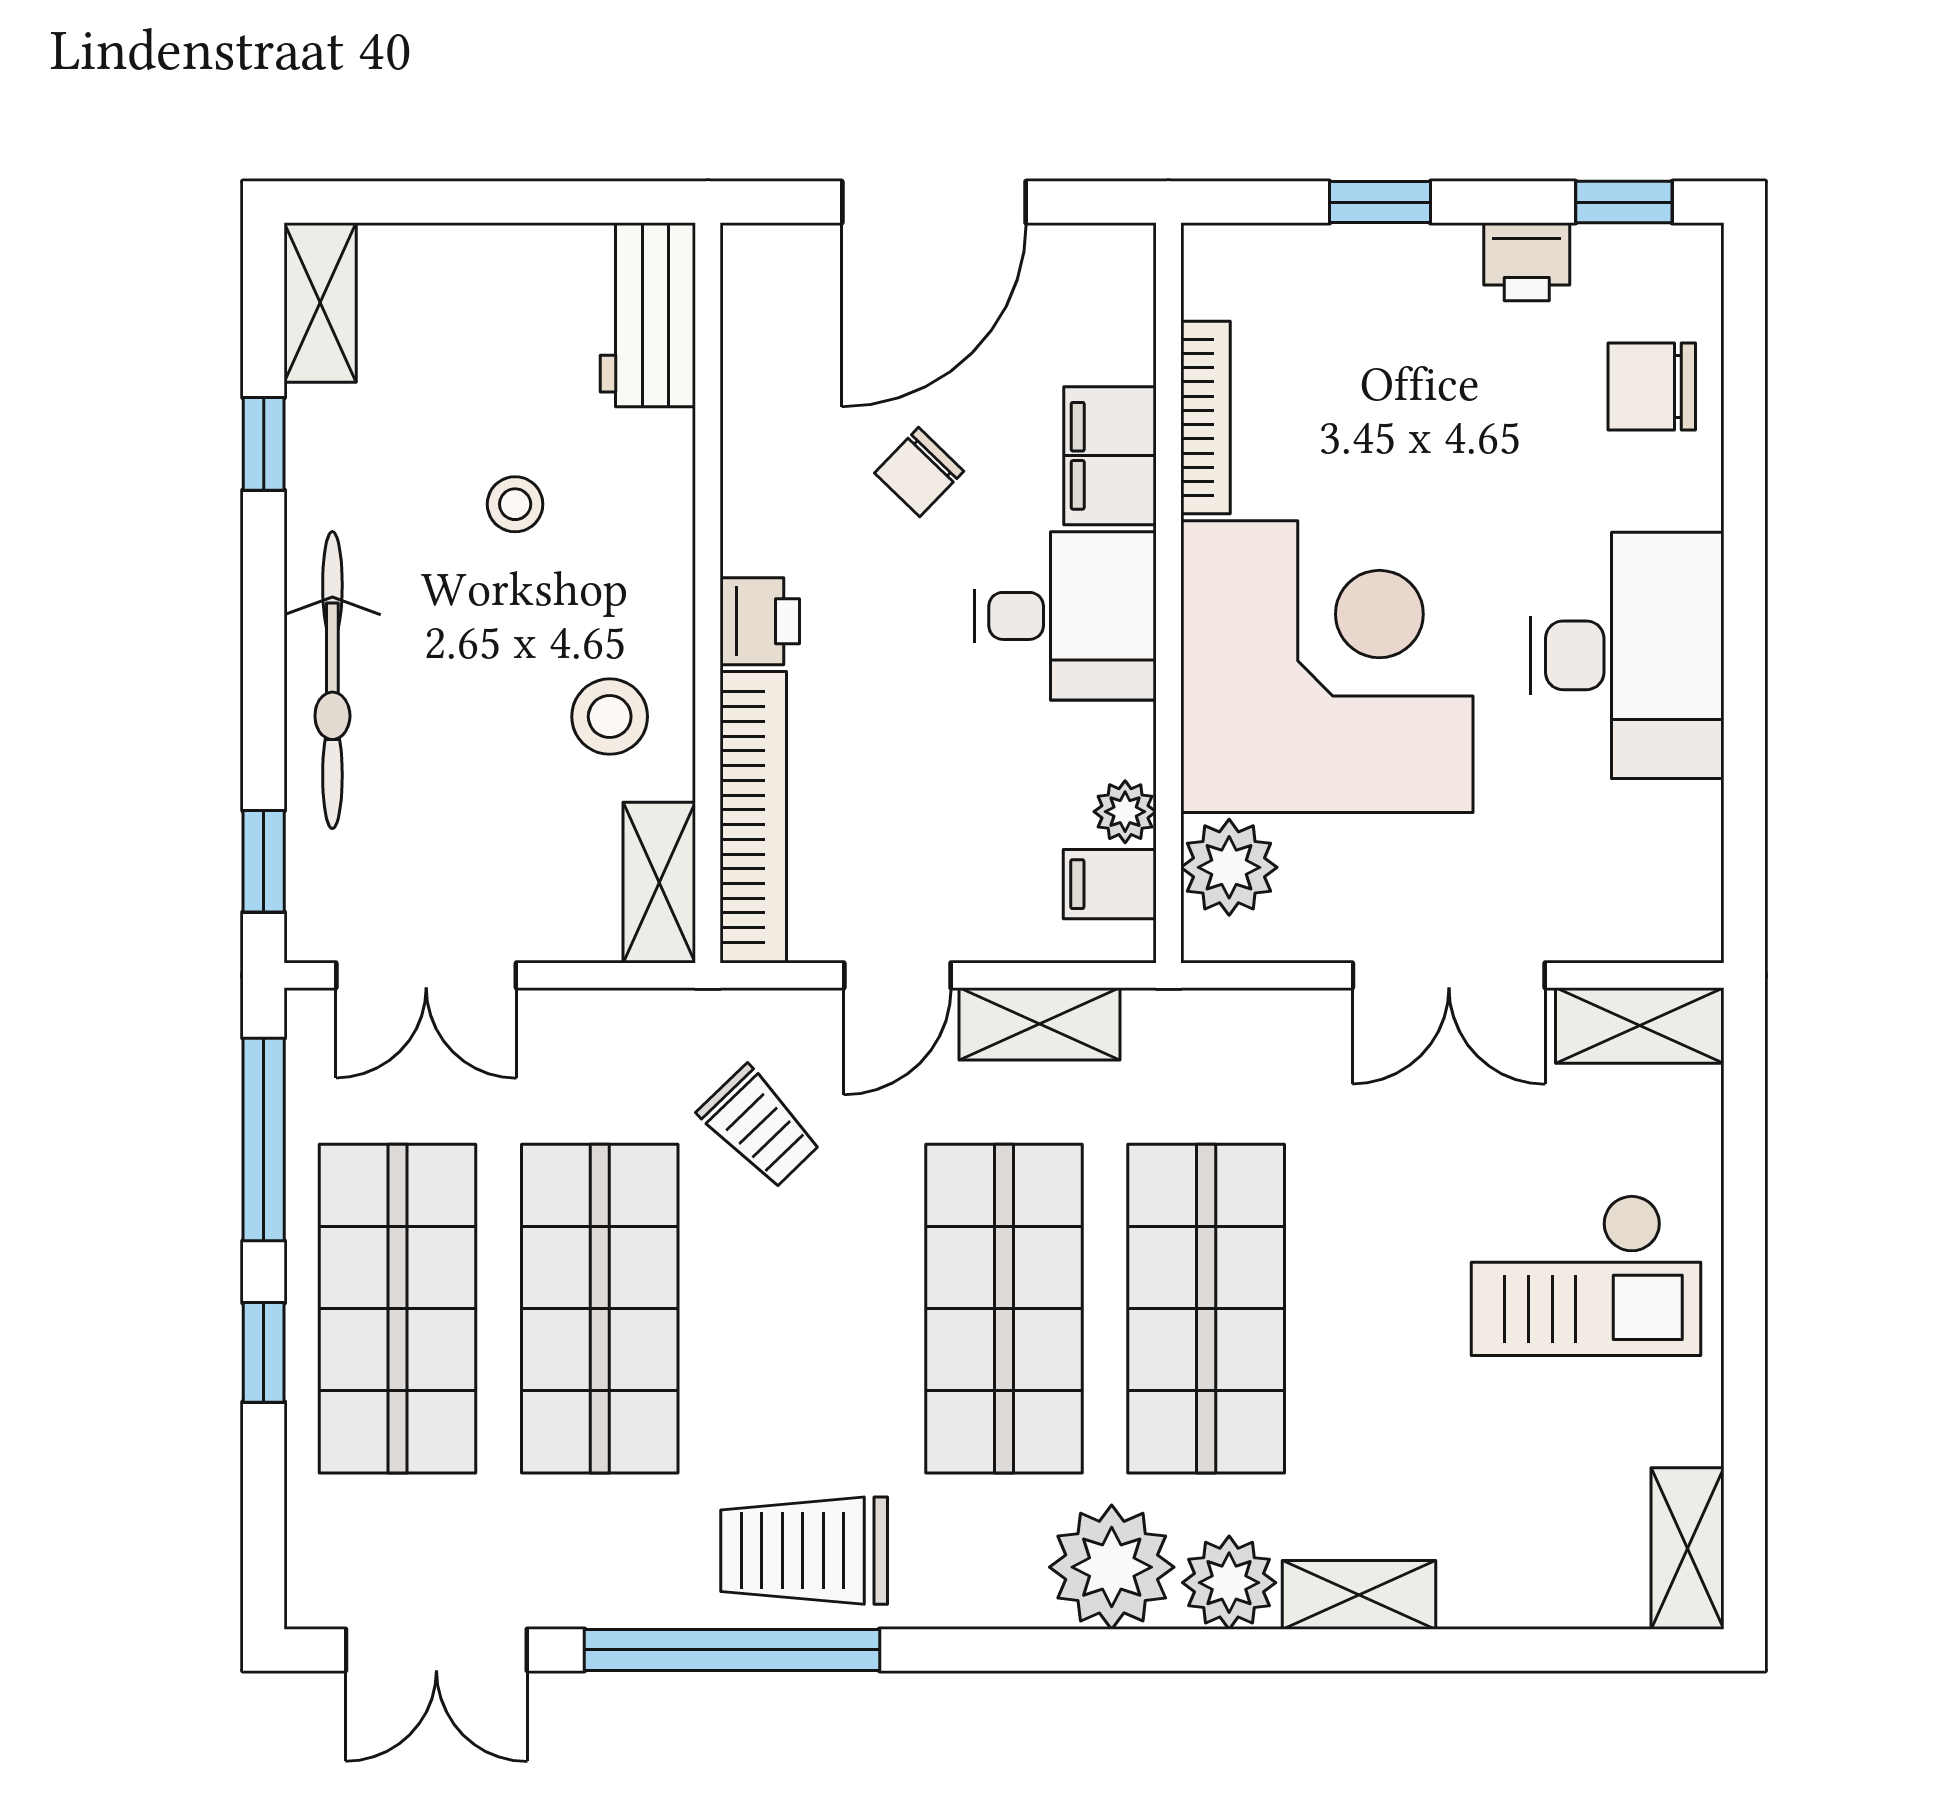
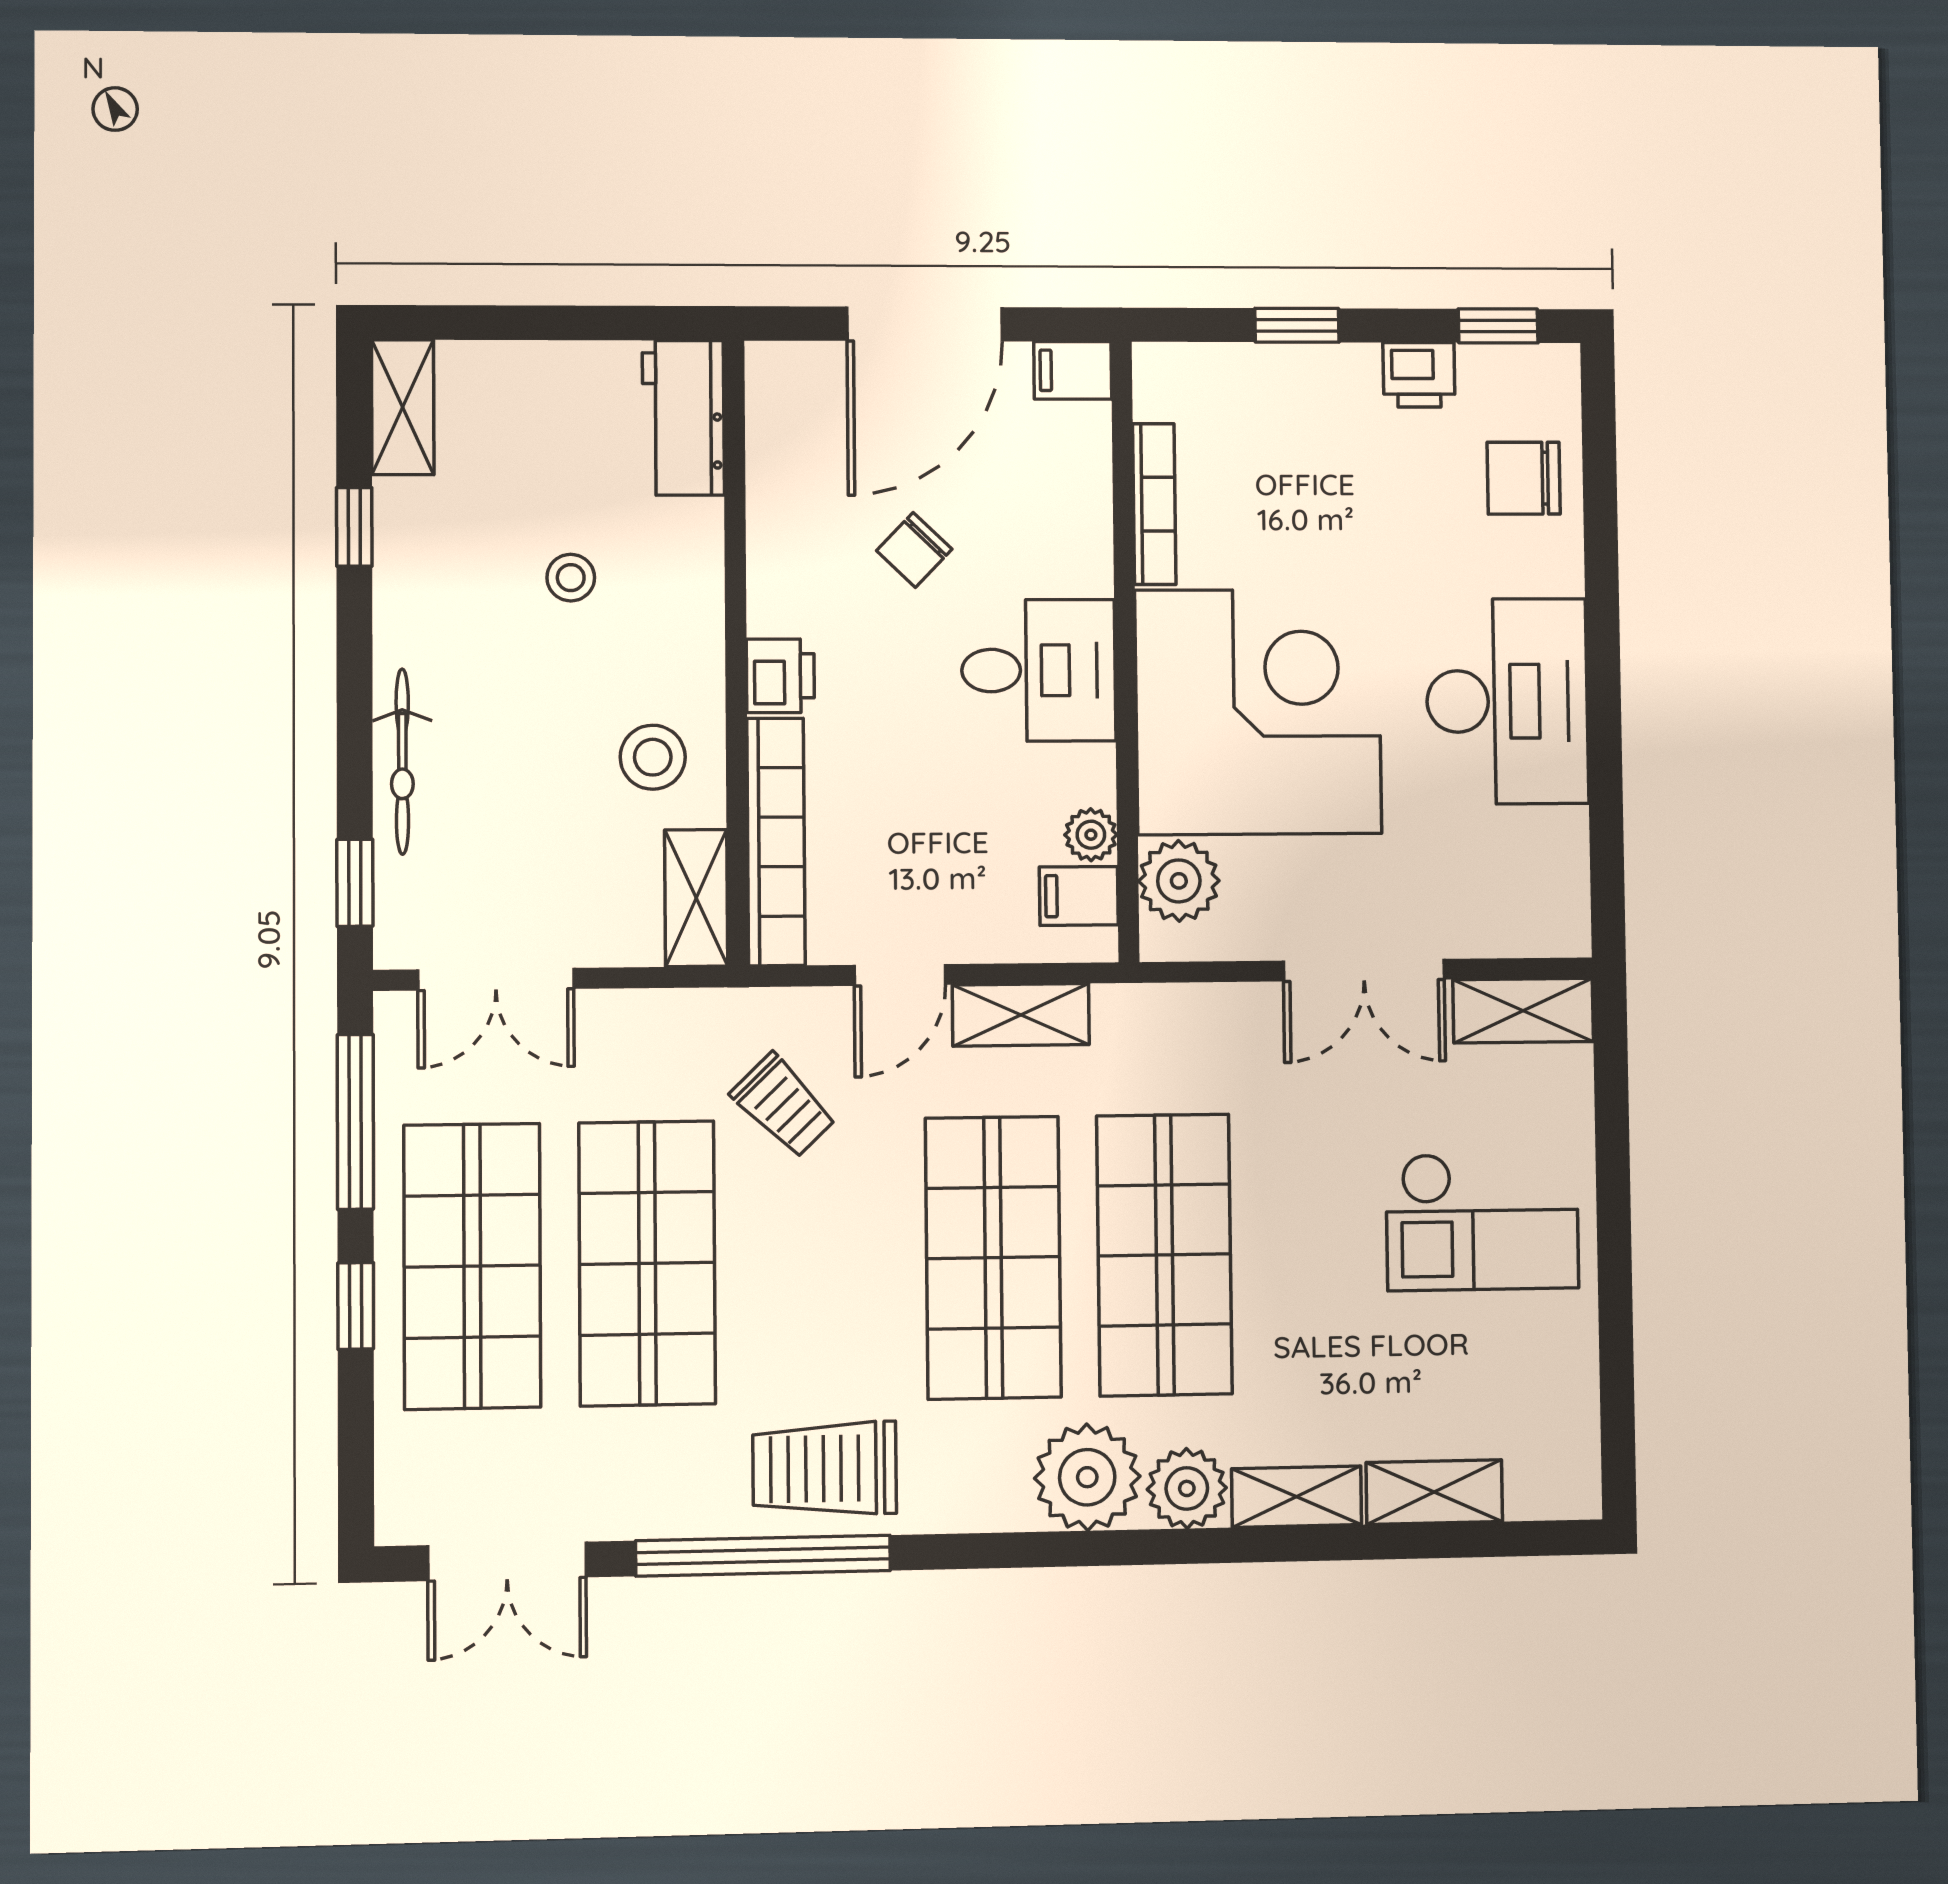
filing cabinet: (1110, 456) -> (1073, 370), moved, width x0.50
bicycle: (332, 680) -> (402, 762), width x0.73, depth x0.71
shelving: (1687, 1549) -> (1434, 1492), moved, turned 90

